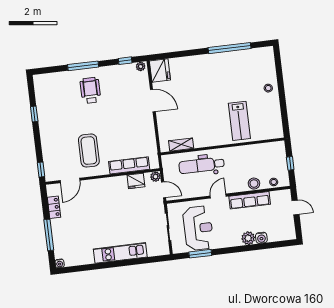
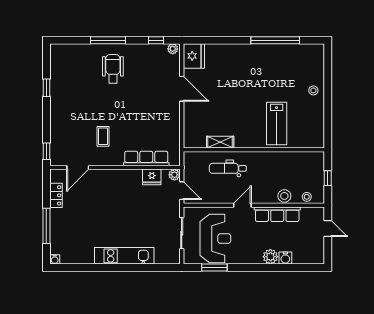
shelving: (181, 145) -> (220, 142), moved
coffee table: (89, 151) -> (103, 136), width x0.54, depth x0.58
dental chair: (202, 165) -> (228, 168), width x0.73, depth x0.72

